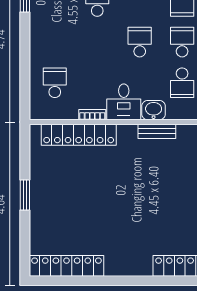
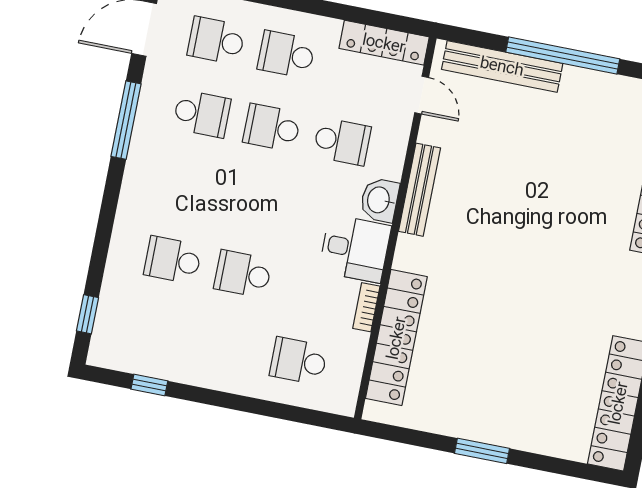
school desk: (140, 42) -> (243, 274), moved
bench: (157, 131) -> (420, 190), width x1.36

